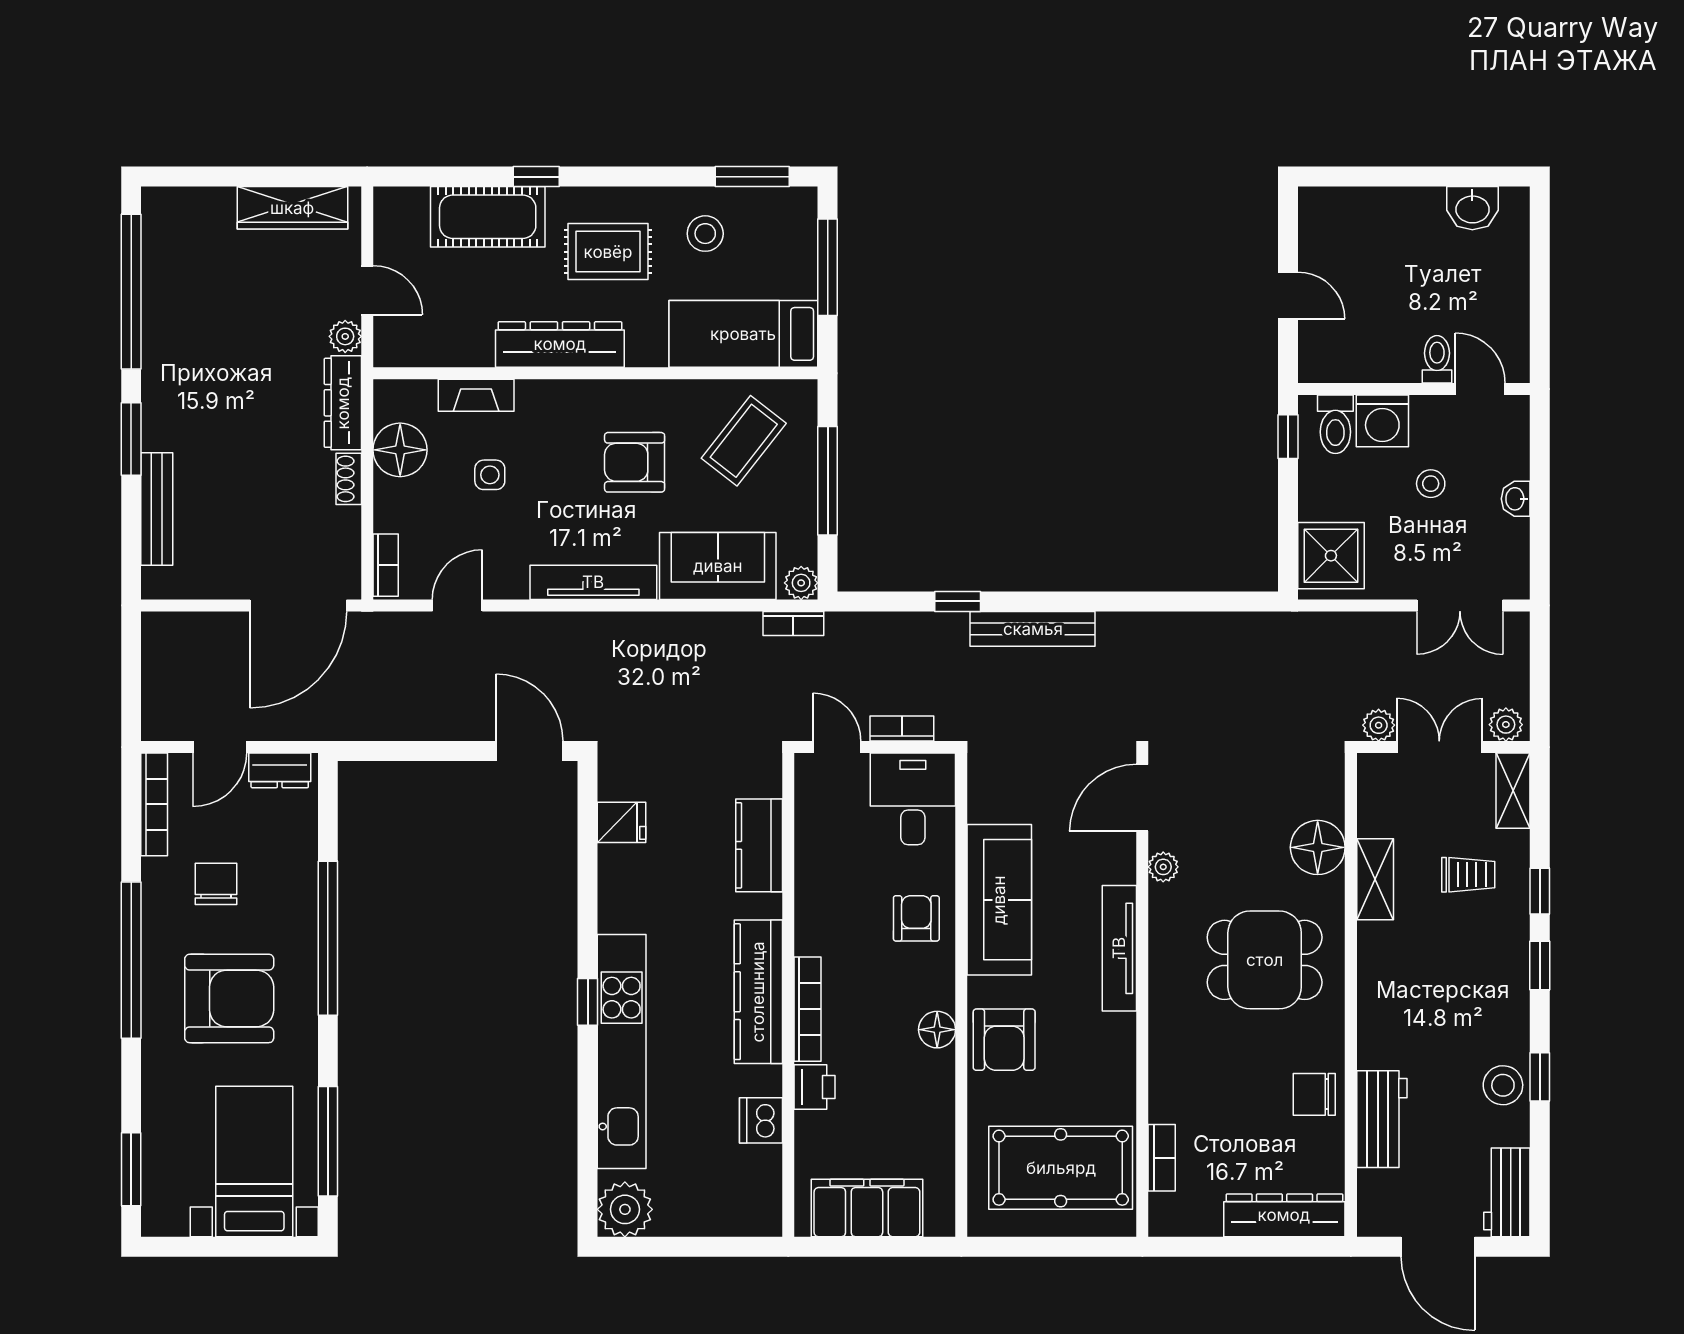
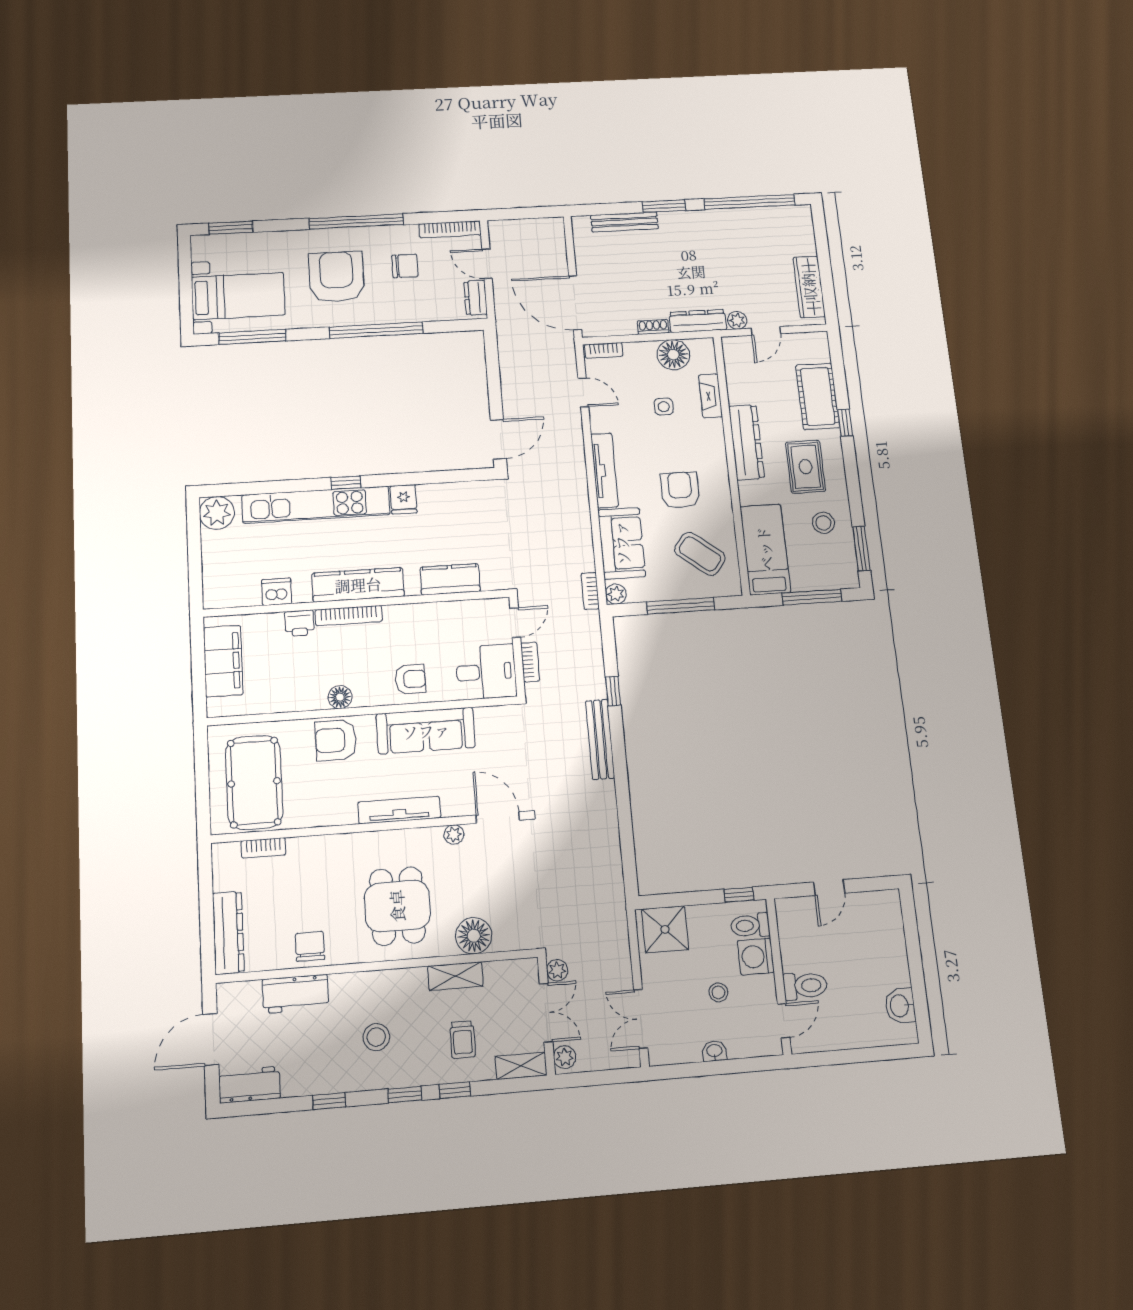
toilet: (1437, 359) -> (805, 986), width x1.37, depth x1.39
fridge: (622, 822) -> (404, 499), moved
armchair: (229, 998) -> (336, 277), turned 180
stool: (1503, 1085) -> (376, 1037), moved

